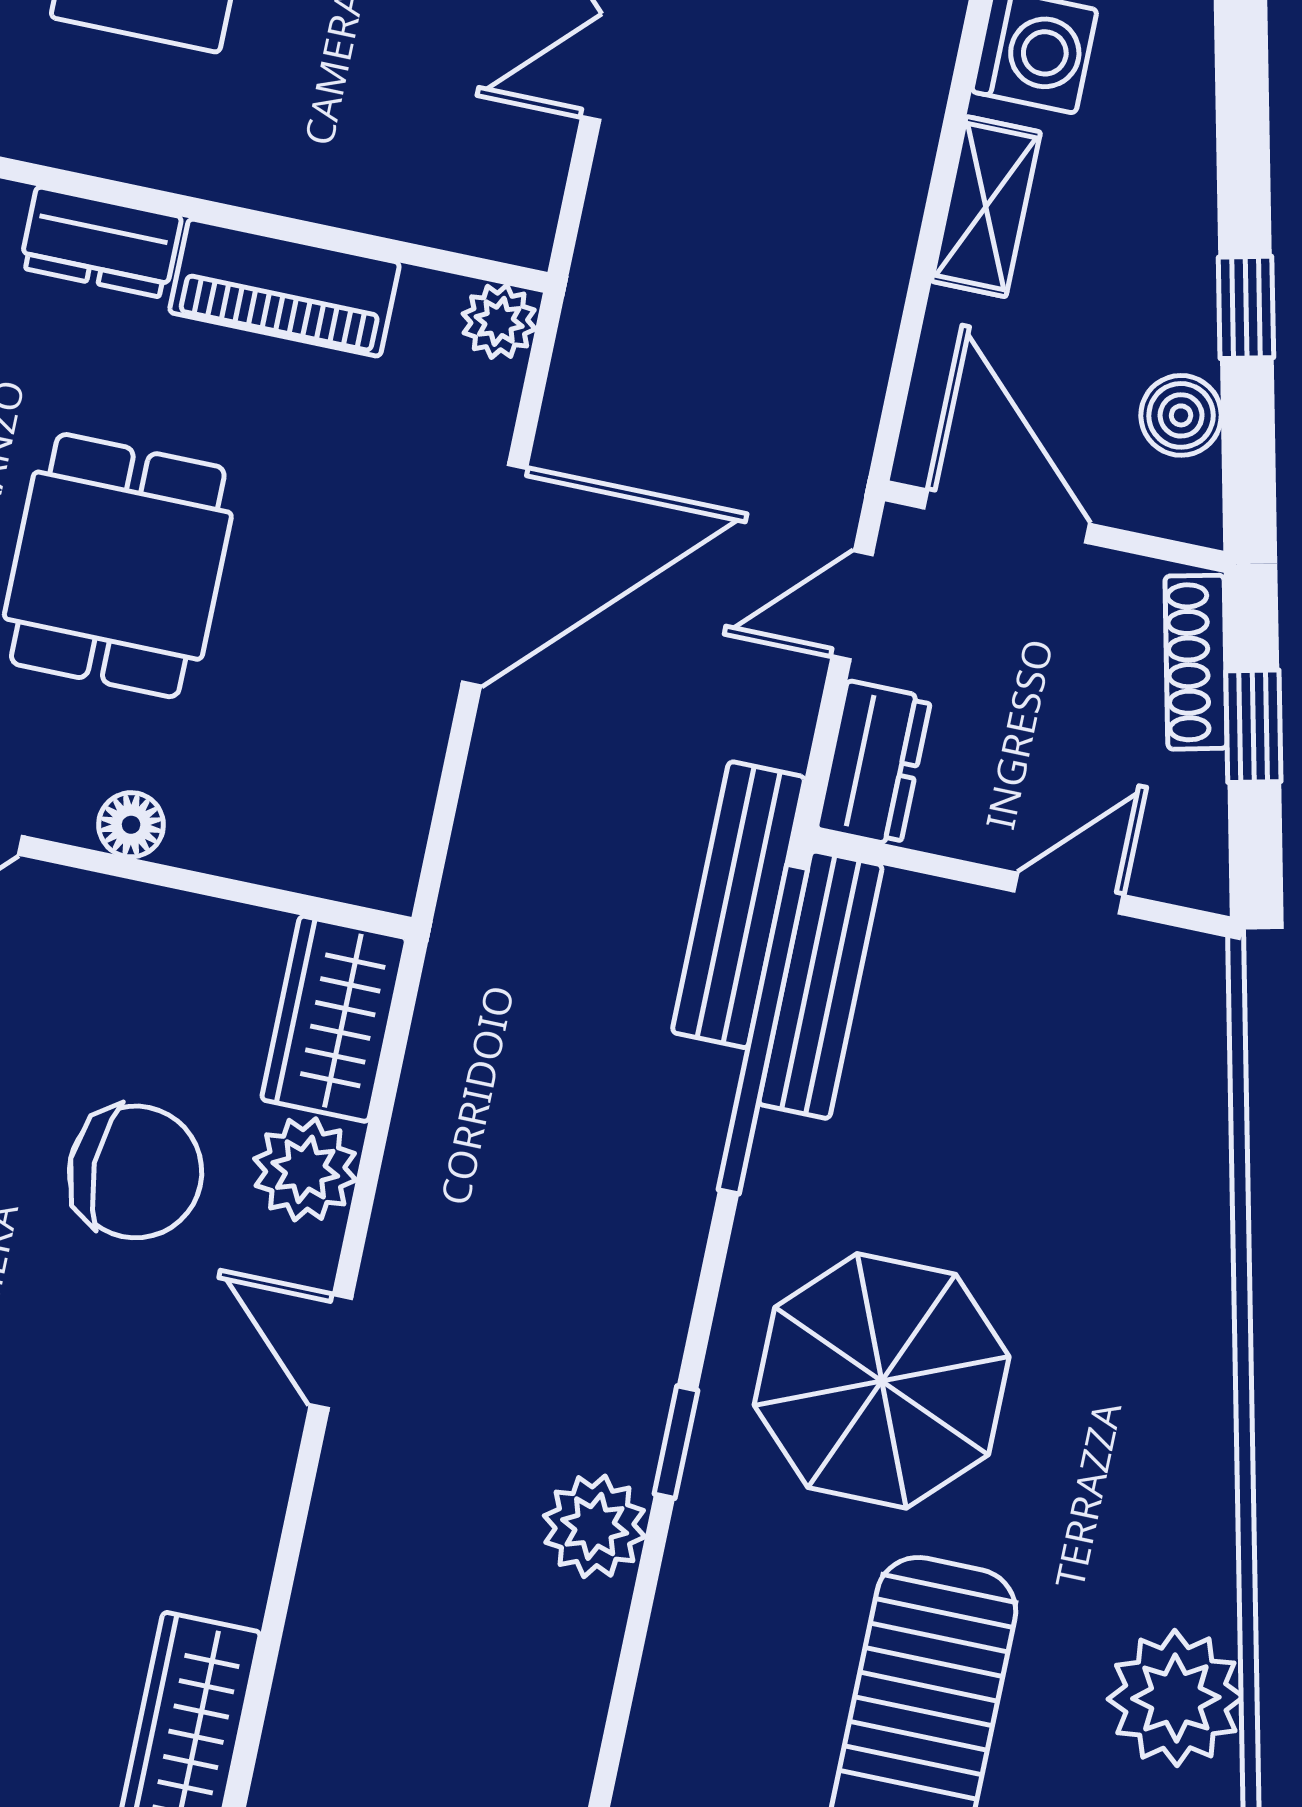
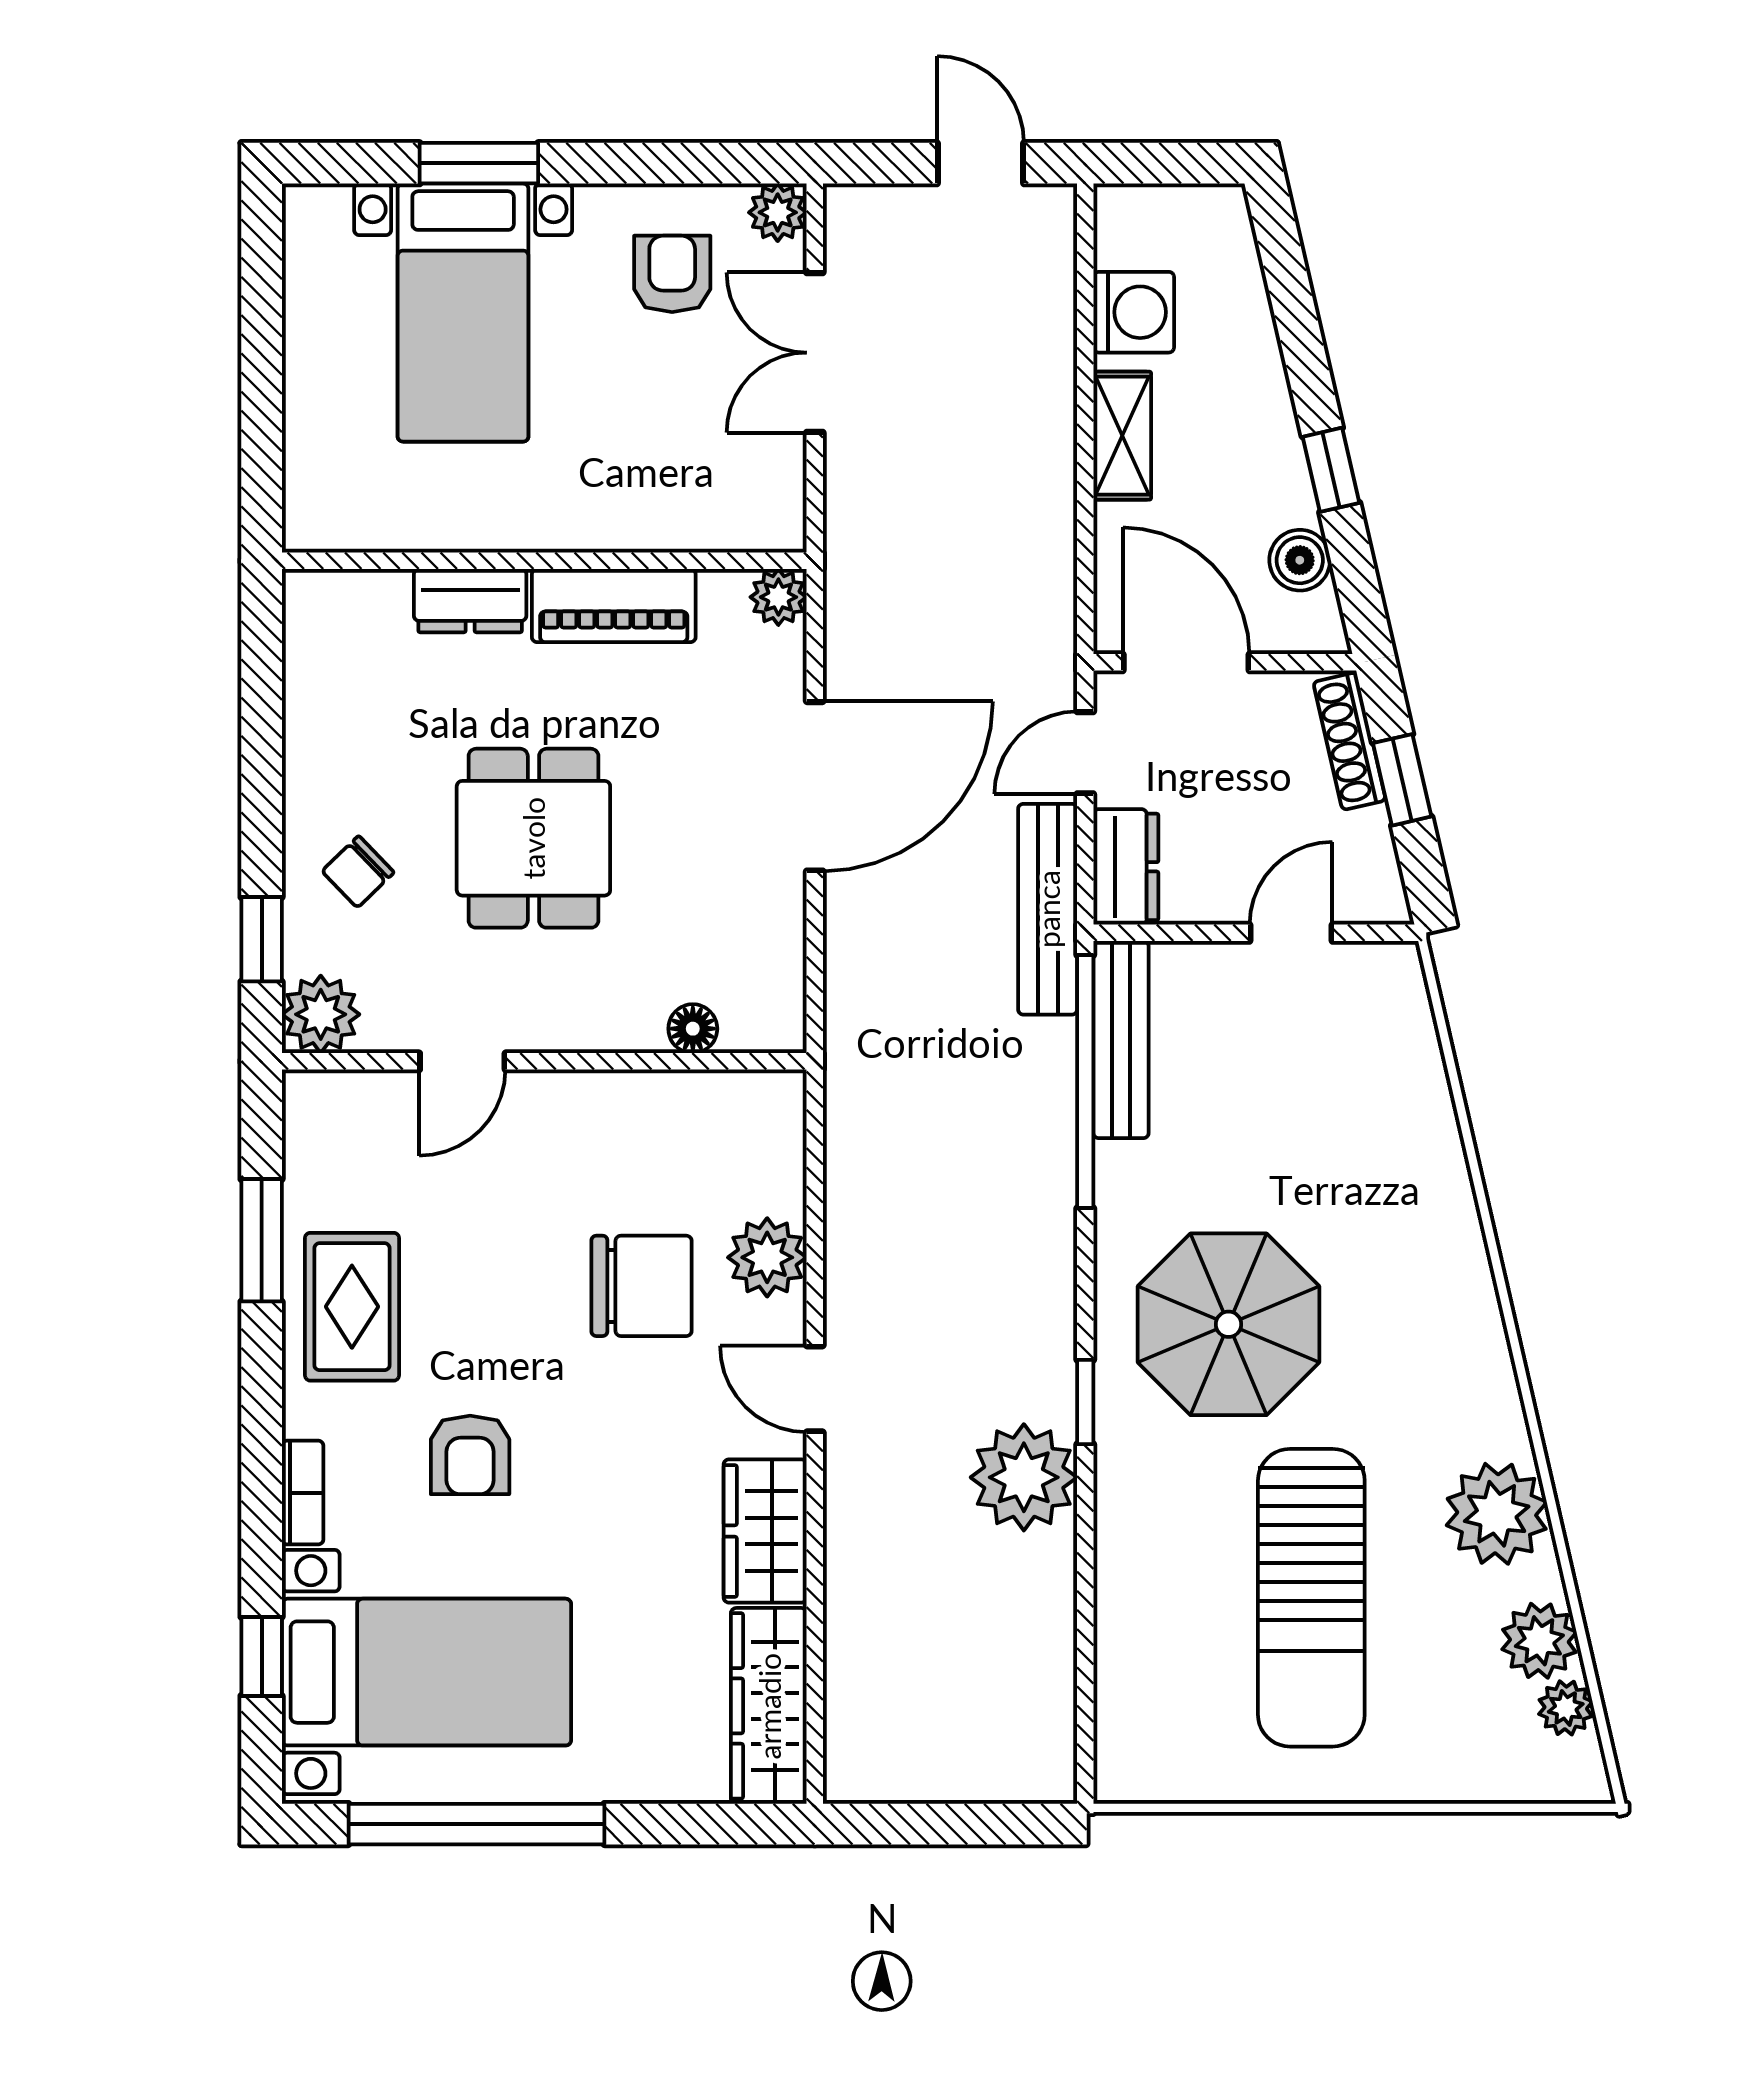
floor lamp: (131, 825) -> (693, 1029), moved
bench: (739, 905) -> (1048, 909), moved
wardrobe: (334, 1019) -> (765, 1531), moved
plant: (595, 1526) -> (1024, 1477), width x1.36, depth x1.36

